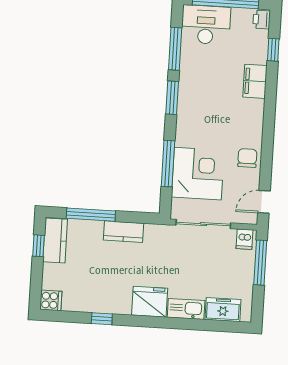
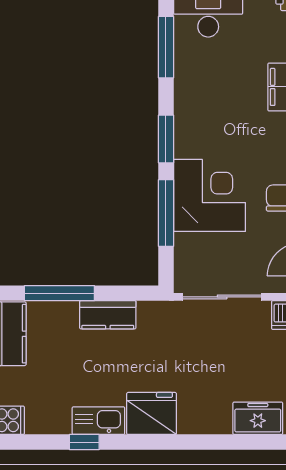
window: (172, 98) -> (166, 139), moved
corner desk: (198, 174) -> (210, 195), moved
kitchen sink: (186, 309) -> (98, 421), moved

